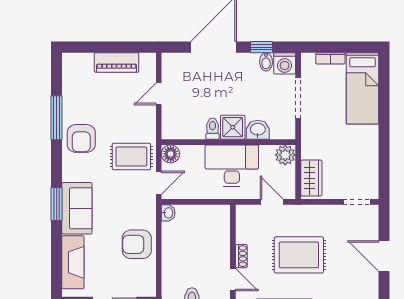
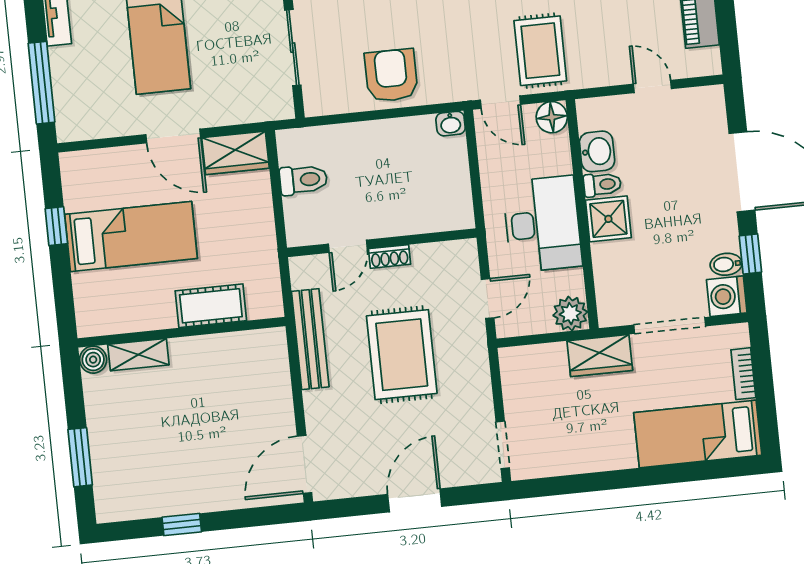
washbasin: (258, 130) -> (597, 151), moved
wardrobe: (311, 178) -> (600, 356), moved

